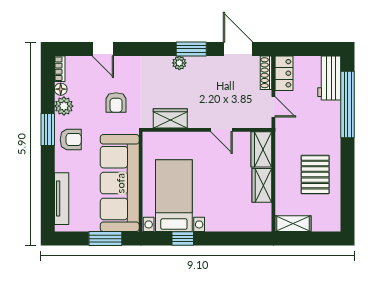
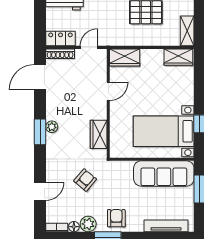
window: (191, 49) -> (40, 132), moved
armchair: (116, 102) -> (85, 180), turned -50
sofa: (120, 183) -> (164, 173), width x0.74, depth x0.79
wardrobe: (262, 185) -> (178, 57), moved

